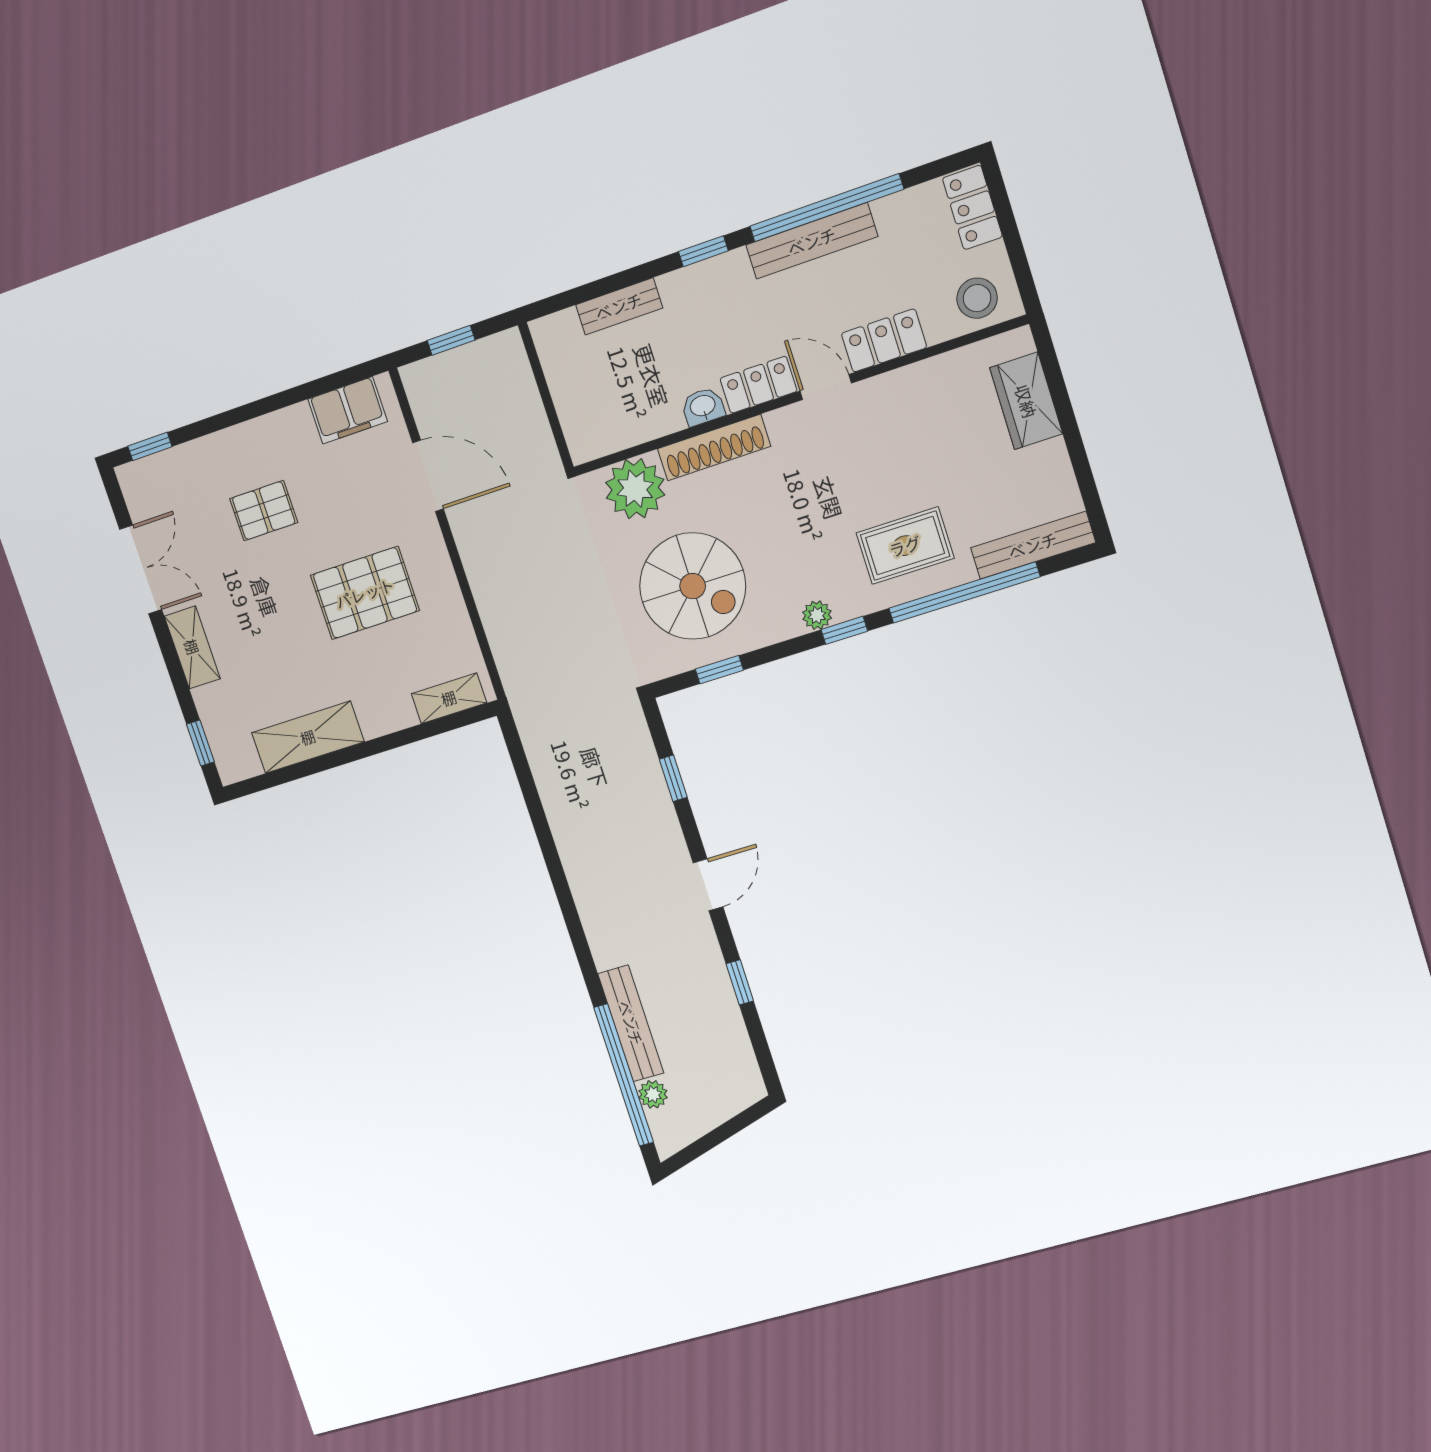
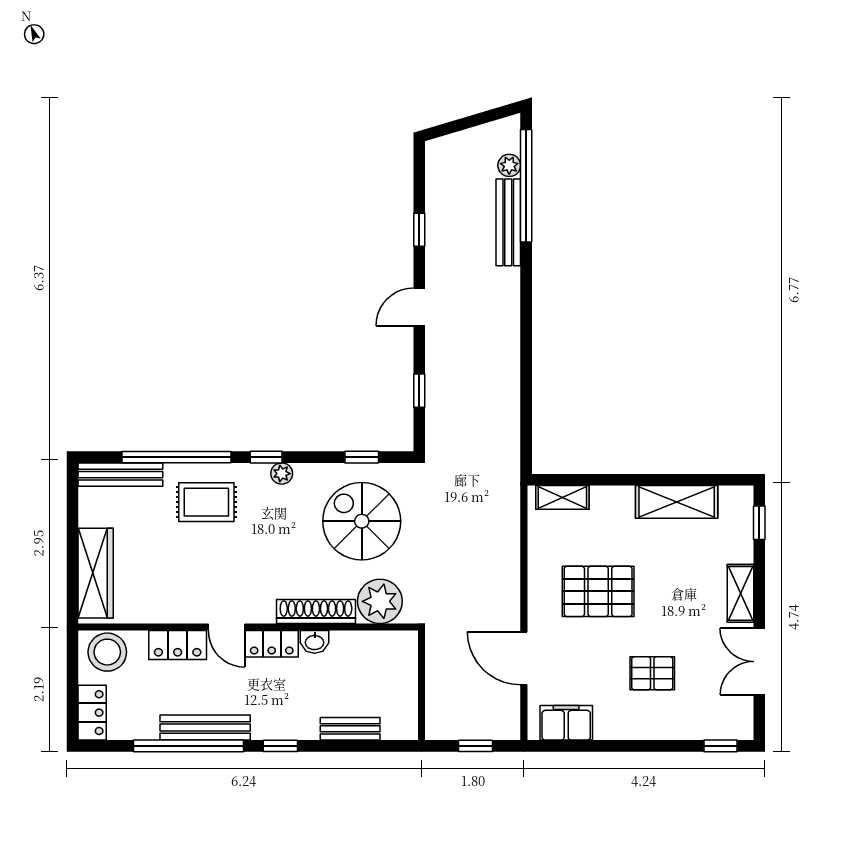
stool: (977, 298) -> (107, 652), width x1.38, depth x1.38
wardrobe: (1026, 401) -> (96, 573), width x1.50

